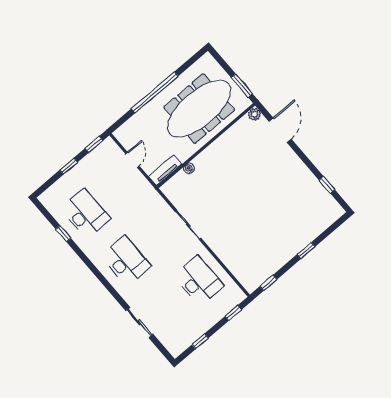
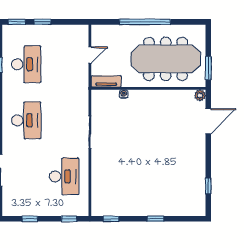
window: (94, 144) -> (17, 22), moved

